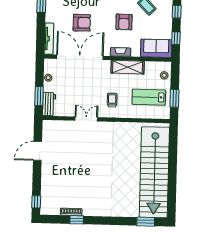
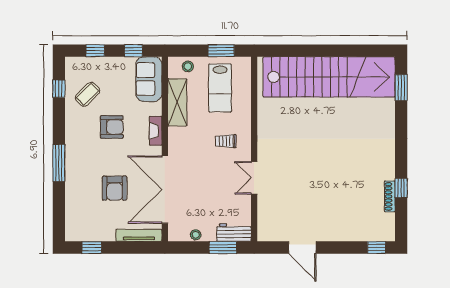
armchair: (82, 23) -> (115, 188), turned 180
shelving: (128, 67) -> (177, 102), moved

